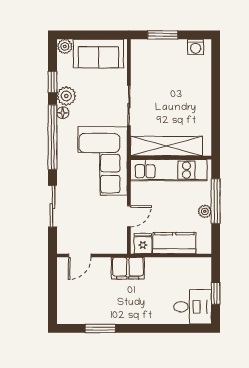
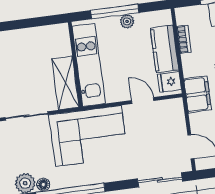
shelving: (166, 146) -> (65, 83), width x0.68
sliding door: (52, 206) -> (160, 180), moved
bookcase: (181, 262) -> (184, 39), added

